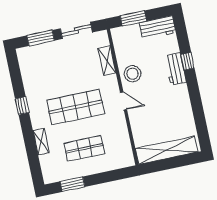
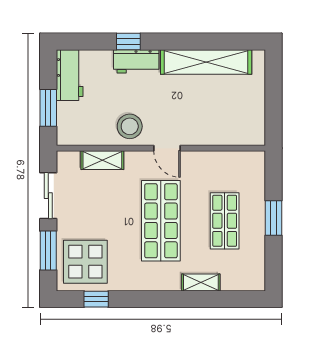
display table: (39, 64) -> (85, 262), added
door: (124, 101) -> (167, 148), swing flipped
window: (22, 106) -> (96, 299), moved
shelving: (167, 150) -> (206, 62), moved, turned 90
window: (72, 184) -> (274, 218), moved

